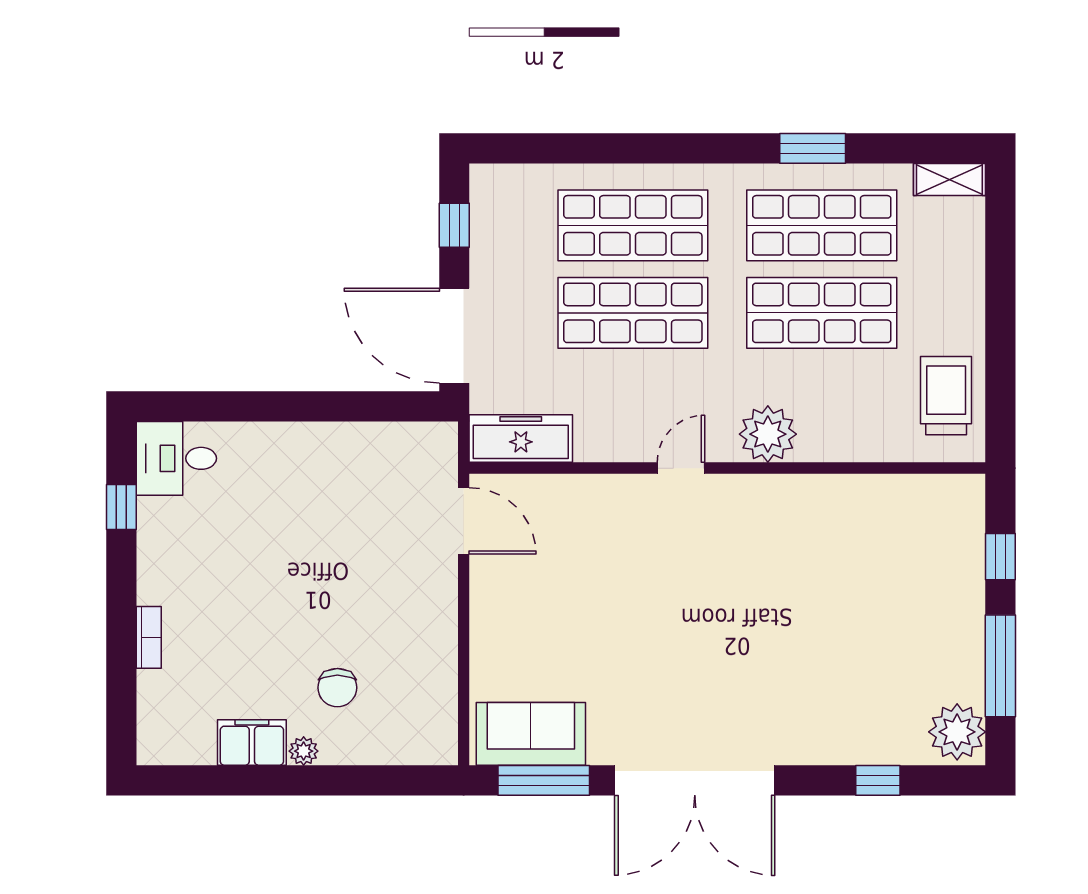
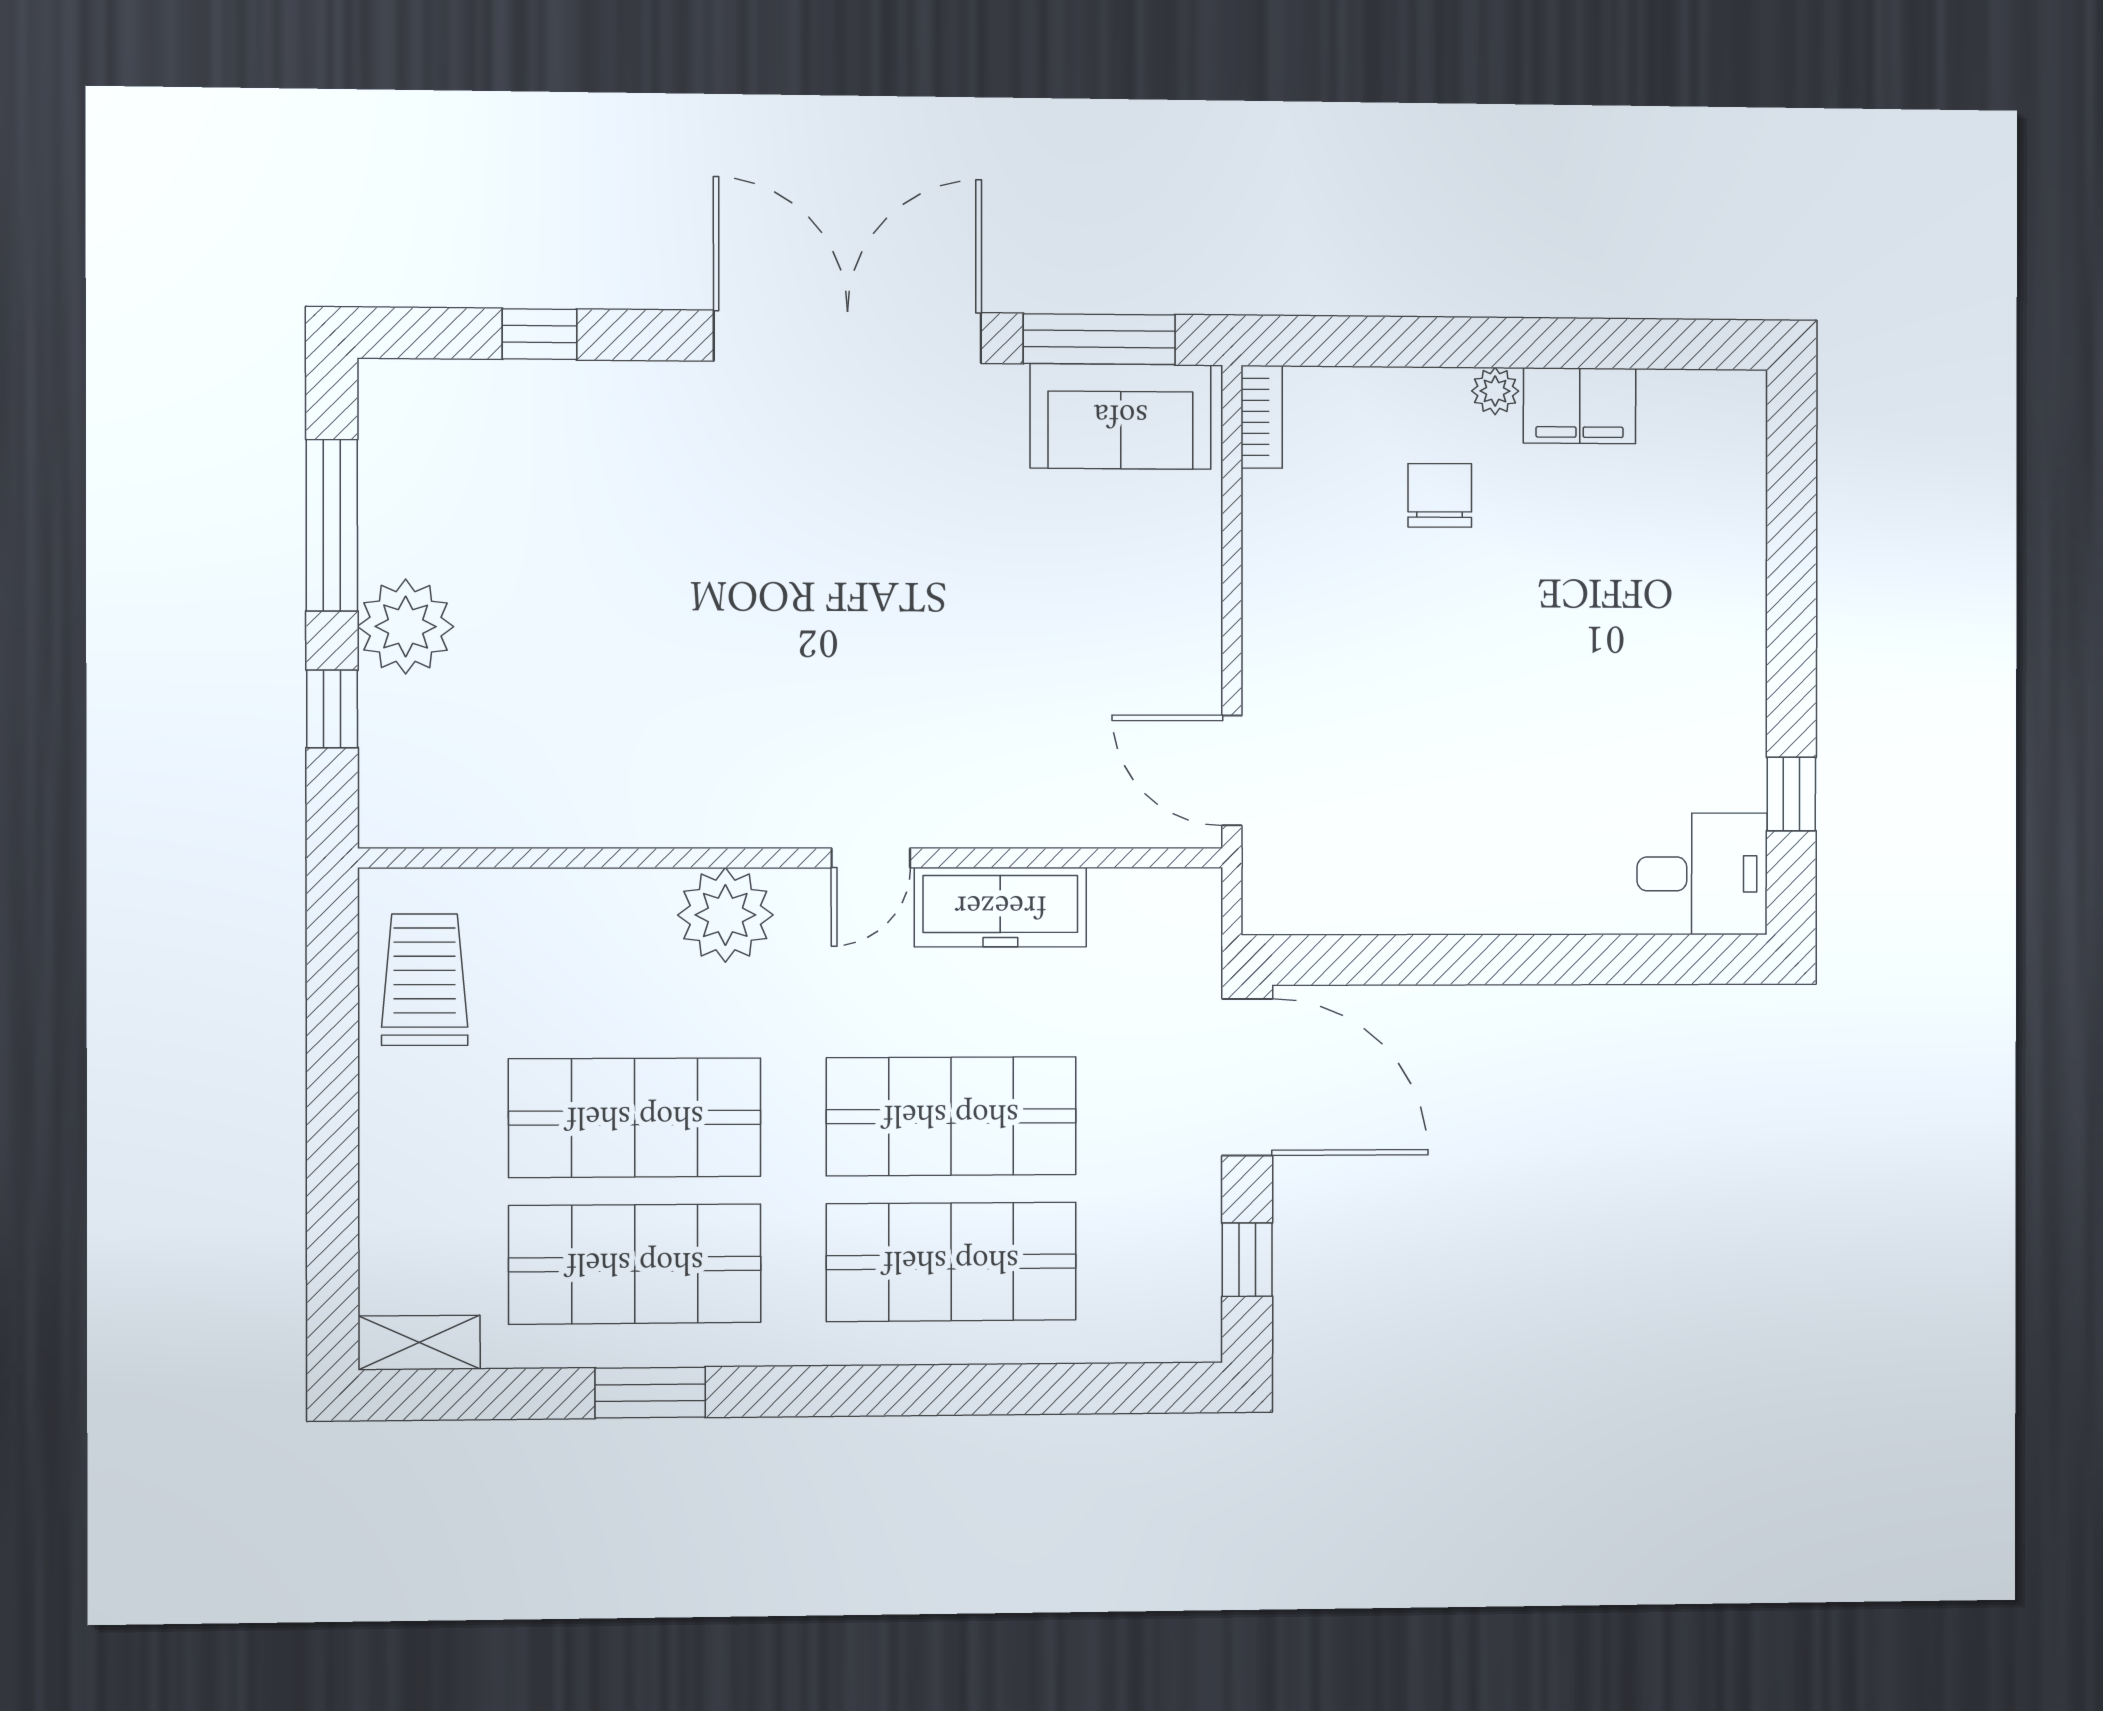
trolley: (946, 396) -> (425, 980), turned 180
freezer: (521, 439) -> (1000, 907), moved
bookcase: (149, 637) -> (1262, 417), moved, turned 180
plant: (957, 732) -> (406, 627), moved

